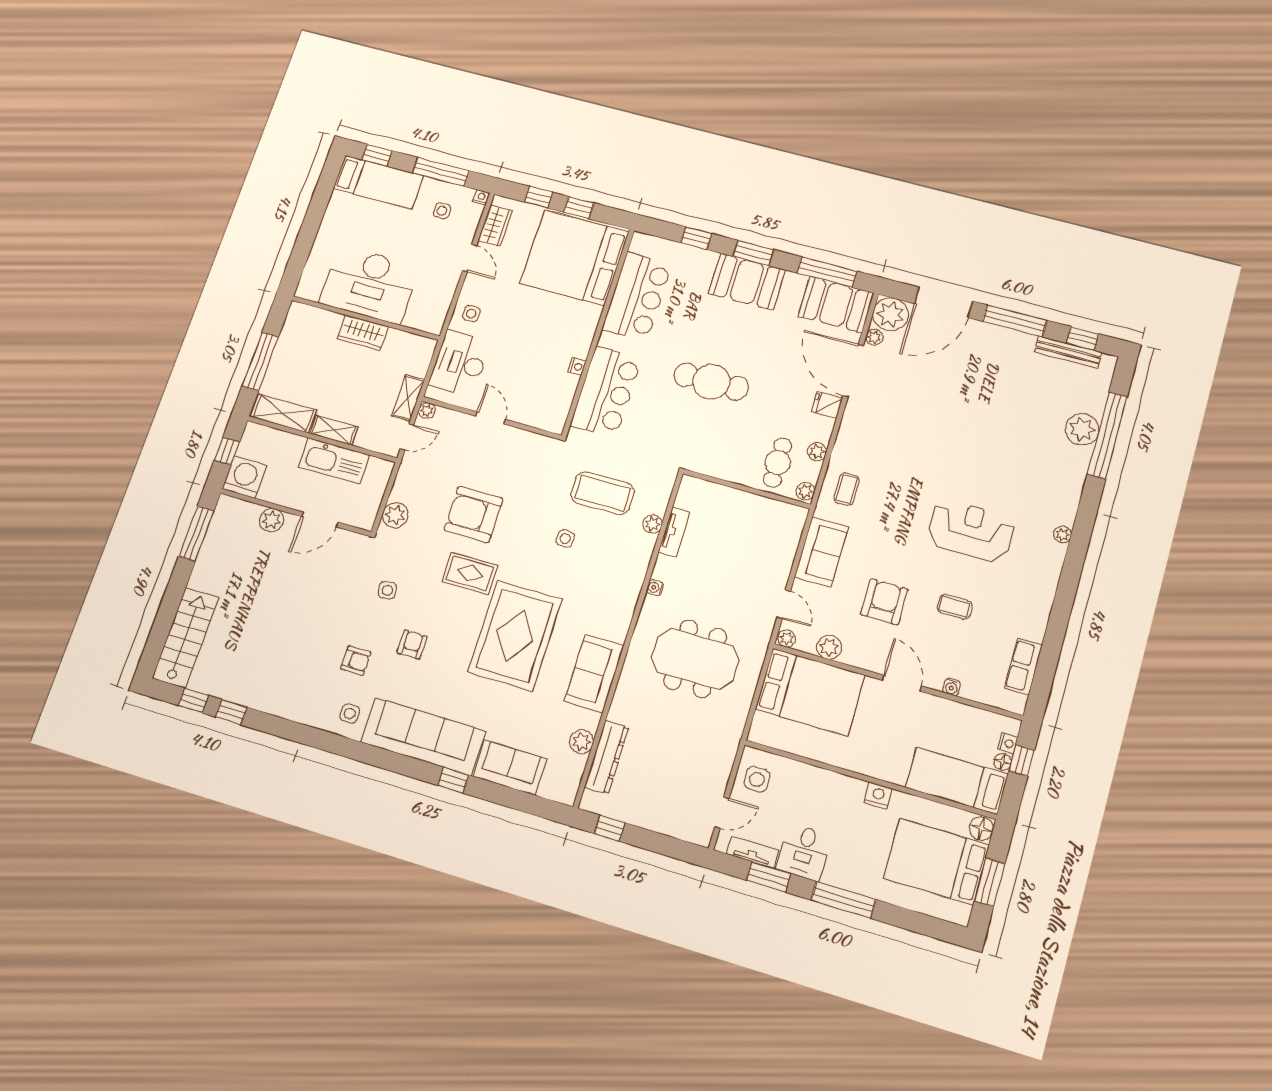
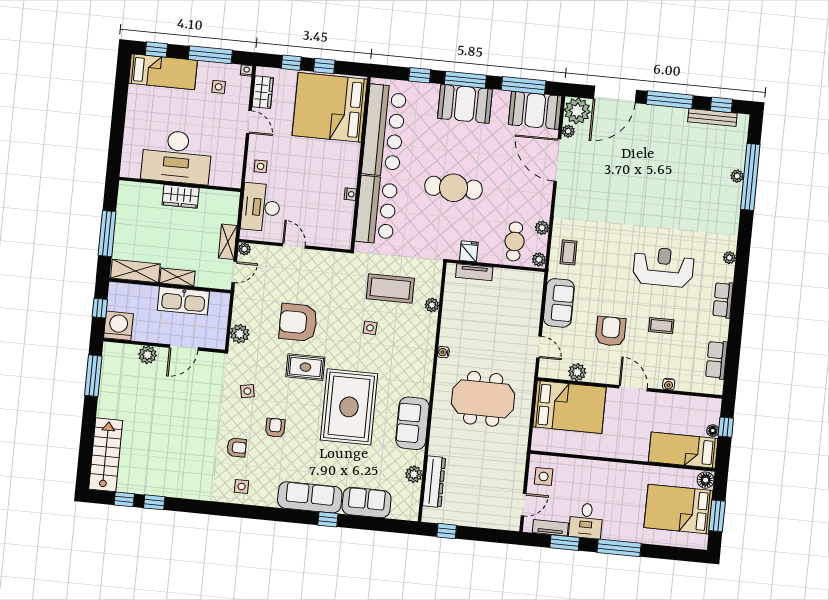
window: (753, 253) -> (465, 80), width x1.44
bar counter: (637, 297) -> (384, 130), width x1.36
fridge: (827, 405) -> (469, 251), moved, turned 90
plant: (1082, 429) -> (737, 176), width x0.53, depth x0.53
tv unit: (674, 532) -> (474, 272), moved, turned 90
row of seats: (1045, 588) -> (723, 300), added
plant: (787, 638) -> (546, 372), removed
sofa: (423, 736) -> (310, 497), width x0.74, depth x0.79
nightstand: (1008, 743) -> (714, 417), removed
nightstand: (878, 796) -> (630, 471), removed

